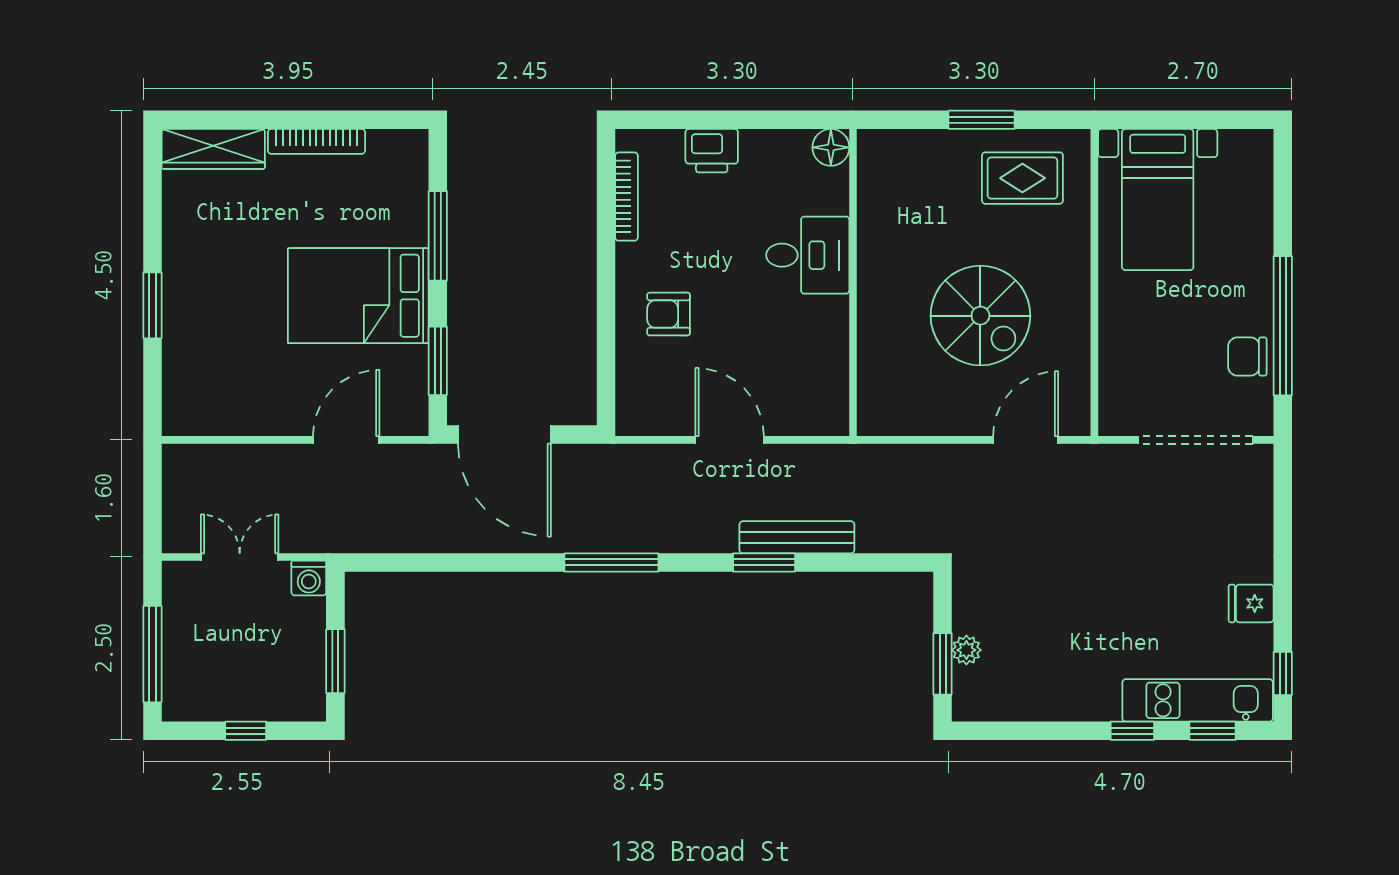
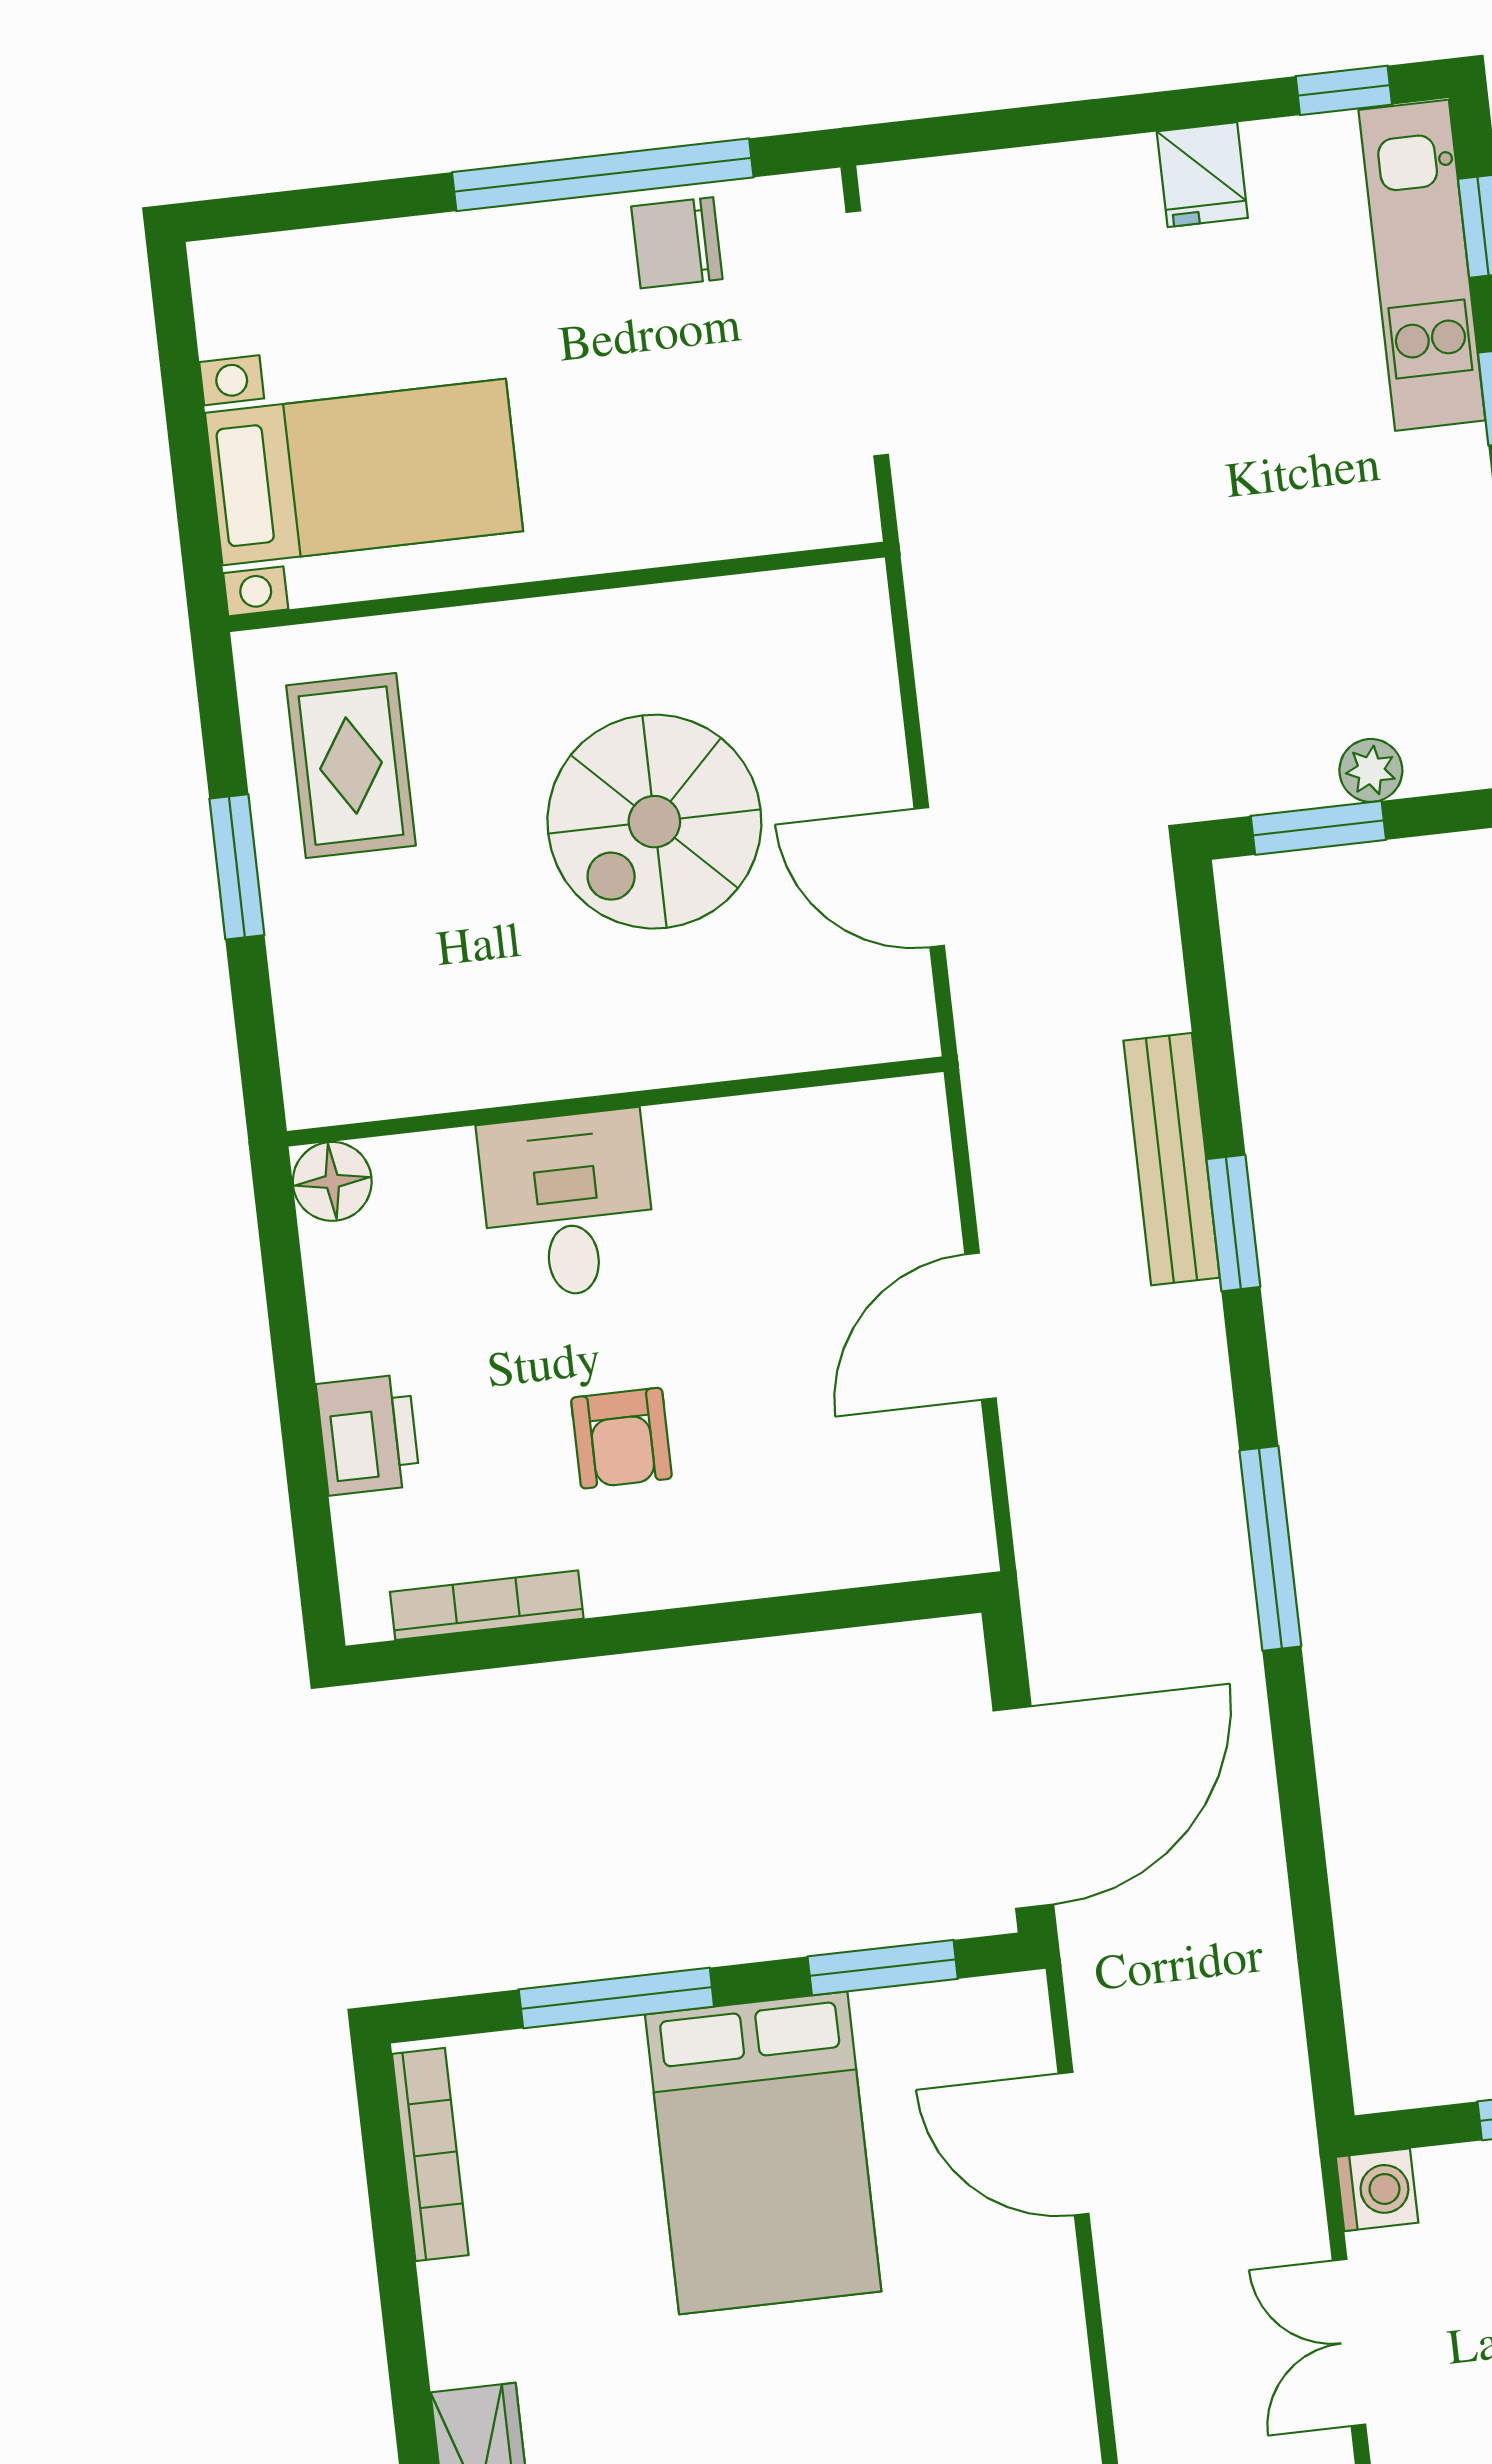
bookcase: (316, 141) -> (430, 2154), moved
armchair: (669, 314) -> (621, 1438), moved
spiral stairs: (980, 316) -> (654, 822), turned 180
chair: (1247, 356) -> (677, 243), turned 90
door: (1026, 440) -> (929, 877), moved
window: (943, 664) -> (1318, 828), moved

